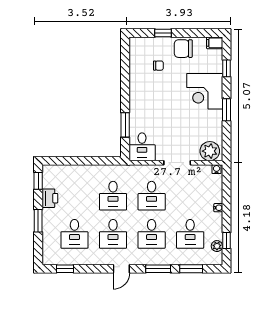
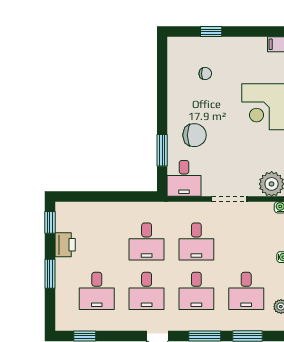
chair: (183, 49) -> (195, 135), moved, turned 180

